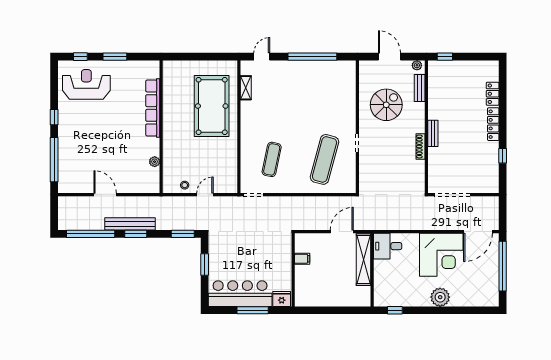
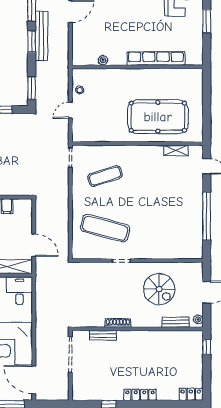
locker: (493, 94) -> (191, 394), moved
bench: (433, 133) -> (103, 335), moved
exercise mat: (272, 159) -> (105, 176), turned -30
door: (205, 195) -> (70, 110), swing flipped

